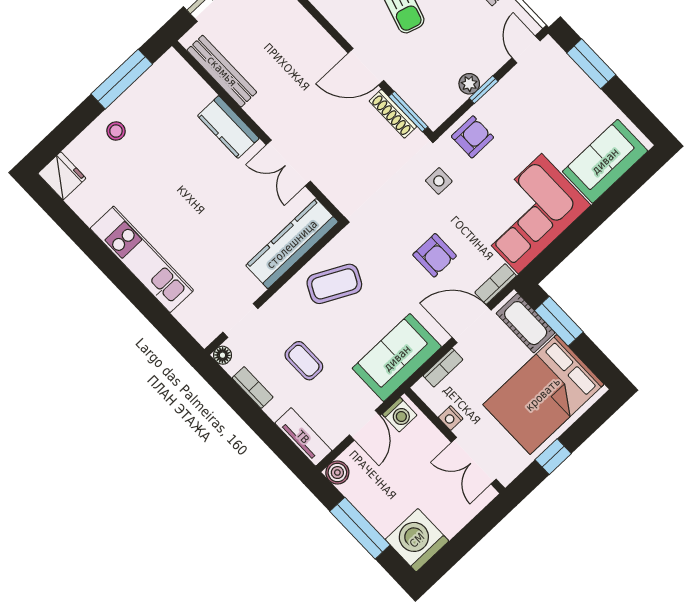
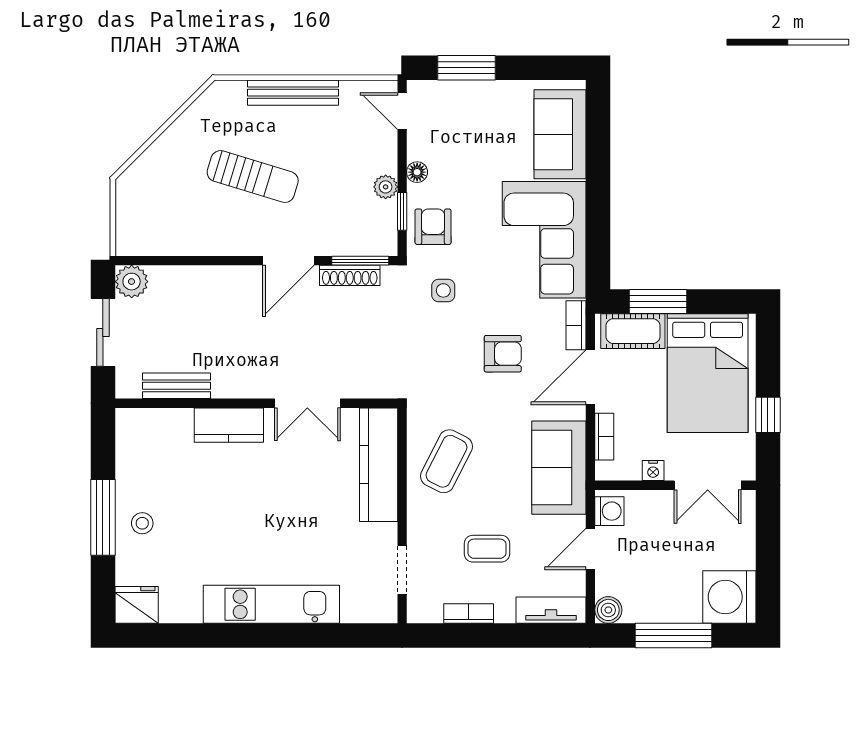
bench: (222, 71) -> (177, 386), width x0.73
window: (122, 79) -> (103, 517), moved
window: (484, 90) -> (402, 211), moved
floor lamp: (222, 355) -> (417, 172), moved
door: (365, 425) -> (590, 549), swing flipped

